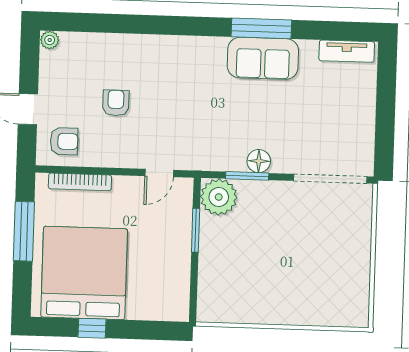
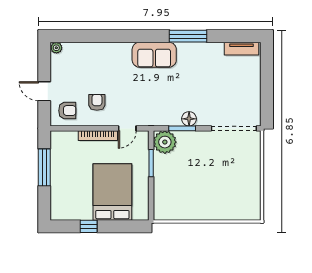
sofa: (263, 58) -> (154, 55), moved
armchair: (116, 103) -> (97, 102), moved
bookcase: (80, 182) -> (98, 136), moved
bed: (84, 273) -> (112, 192), moved, width x0.73

